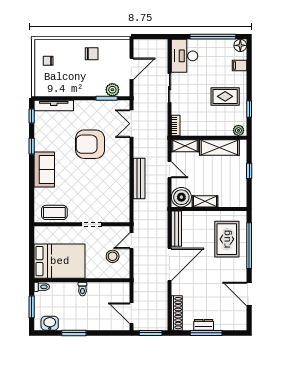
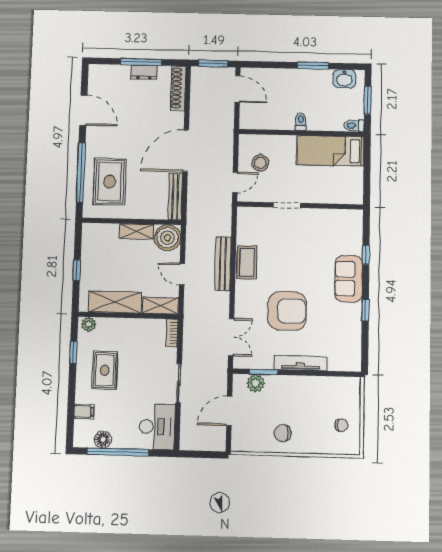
floor lamp: (240, 45) -> (103, 440), moved
rug: (225, 96) -> (105, 370), turned 90
tv unit: (54, 106) -> (300, 363), moved
window: (32, 116) -> (366, 255), moved
coffee table: (54, 212) -> (247, 262), moved, turned 90
bed: (60, 261) -> (330, 151), width x0.67

